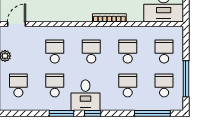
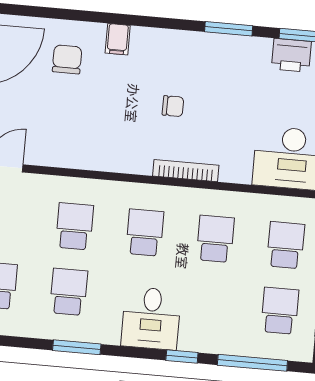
school desk: (128, 85) -> (209, 304), removed
desk: (85, 95) -> (151, 318), moved
window: (93, 113) -> (182, 357), moved

